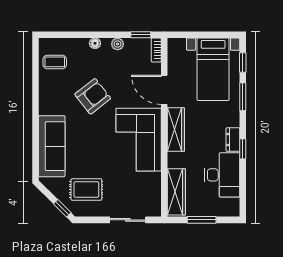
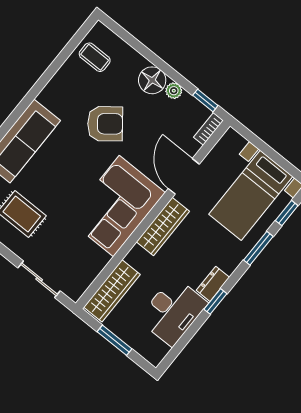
floor lamp: (95, 43) -> (152, 80), width x1.89, depth x1.89

